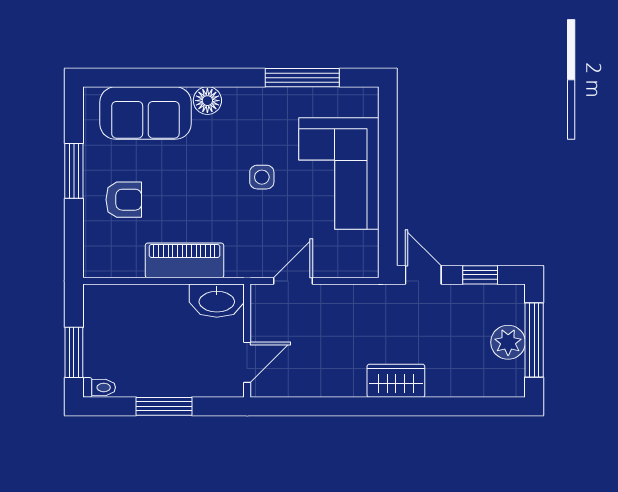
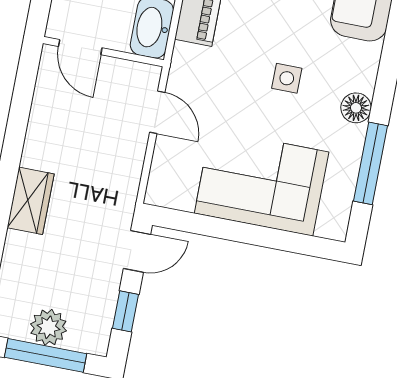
floor lamp: (207, 101) -> (356, 108), moved
side table: (262, 177) -> (287, 78), moved

